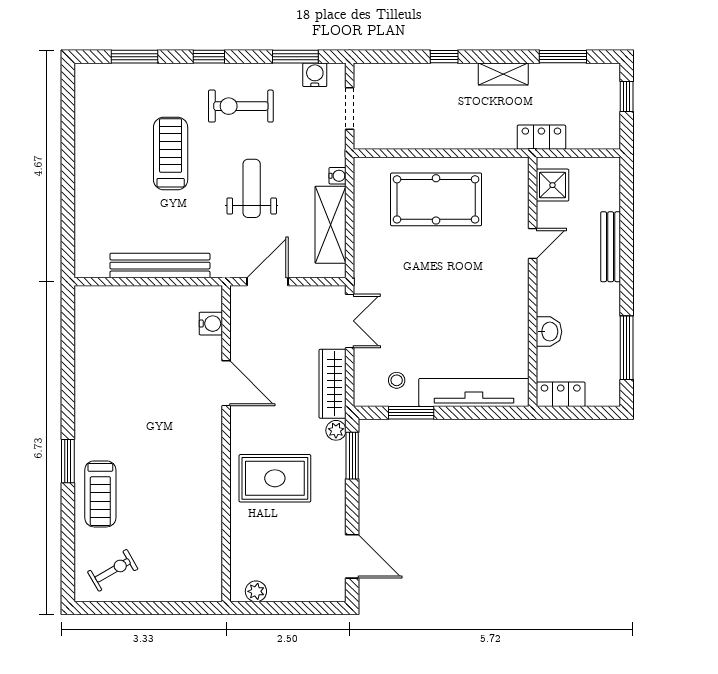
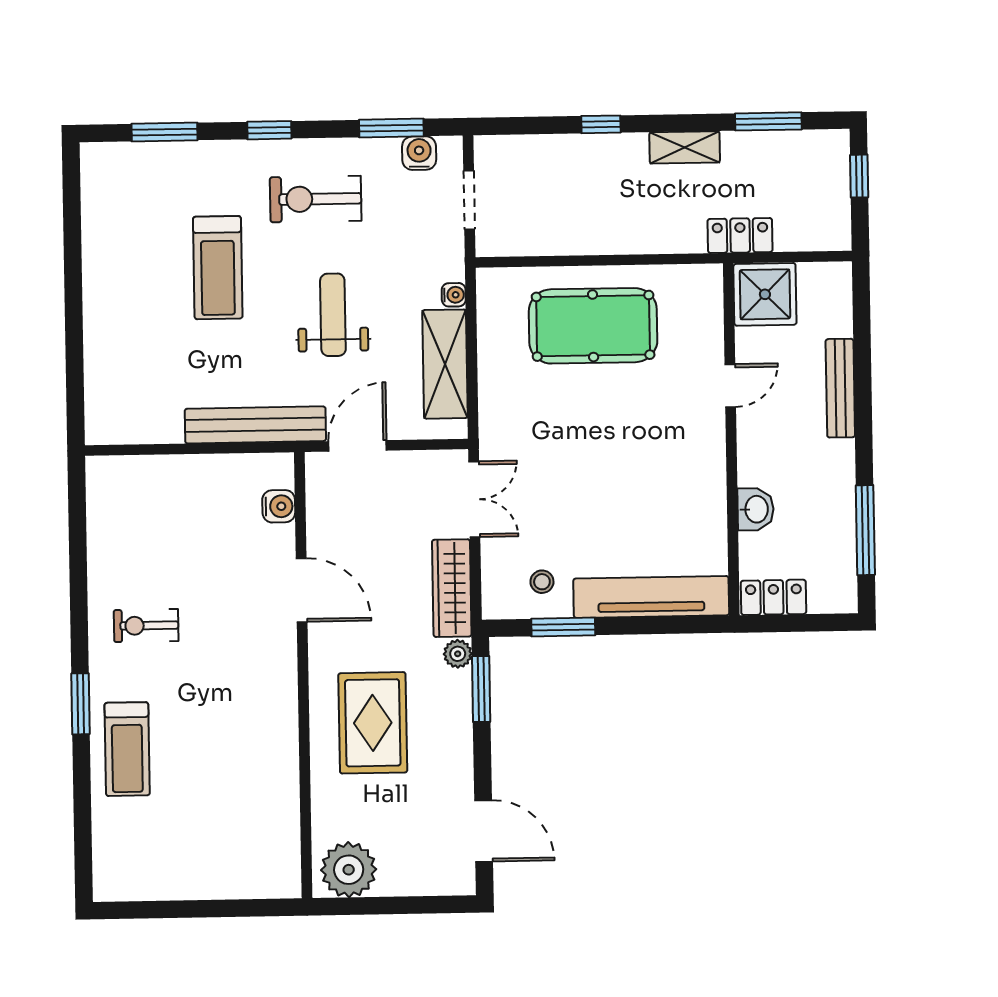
treadmill: (171, 154) -> (218, 268), turned 180
shower: (552, 185) -> (765, 294), width x1.36, depth x1.36
bench: (160, 266) -> (255, 425), moved
rug: (275, 478) -> (373, 723), turned 90
exercise bike: (113, 570) -> (146, 626), moved, turned -150
plant: (256, 591) -> (349, 870), width x1.88, depth x1.88

